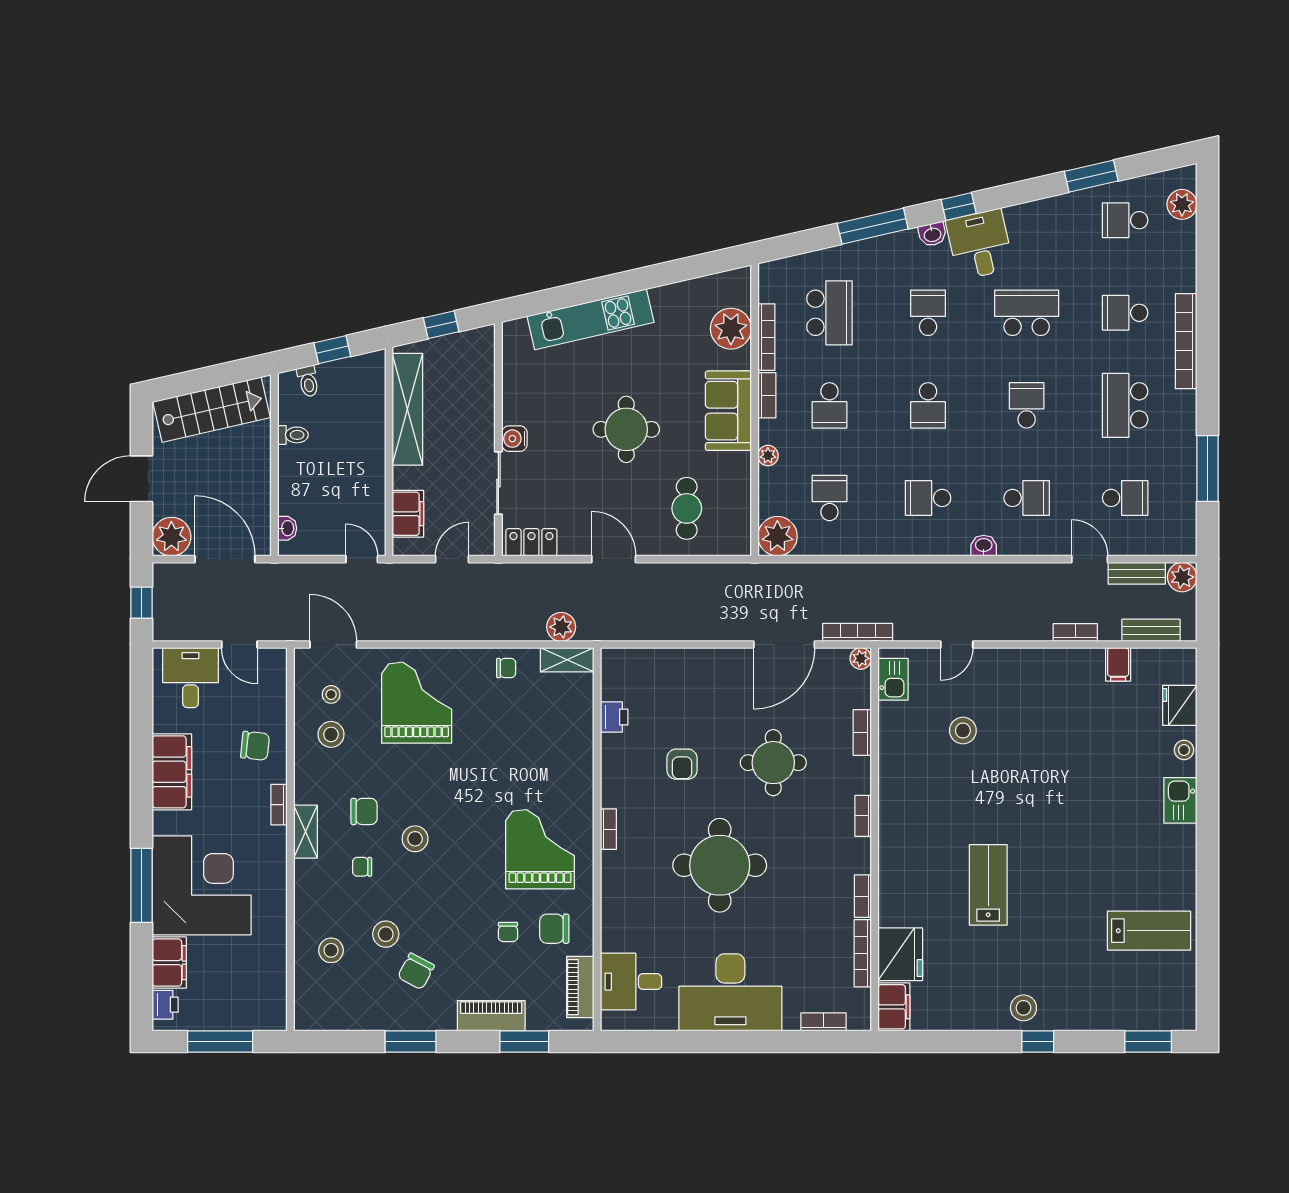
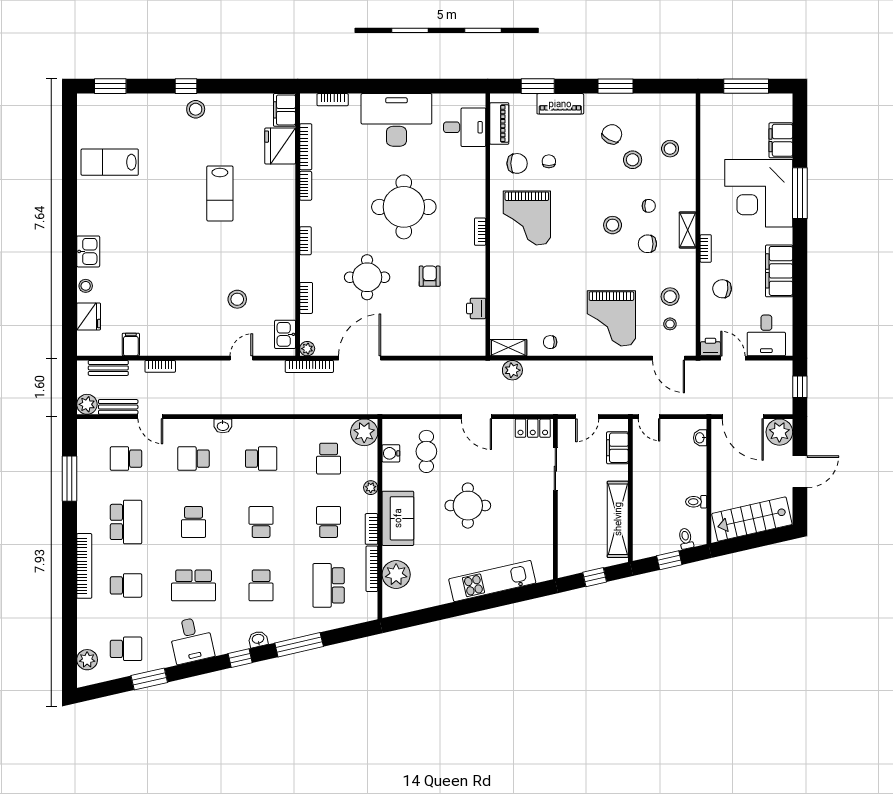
desk: (980, 244) -> (191, 640), moved
water cooler: (514, 439) -> (391, 453), moved, turned 180
printer: (165, 1005) -> (710, 347), moved, turned 90

